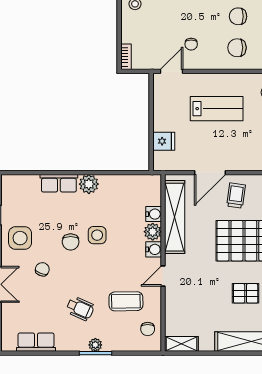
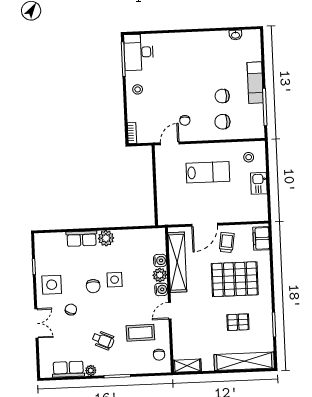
fridge: (164, 141) -> (166, 201), removed
plant: (95, 345) -> (91, 370), moved

